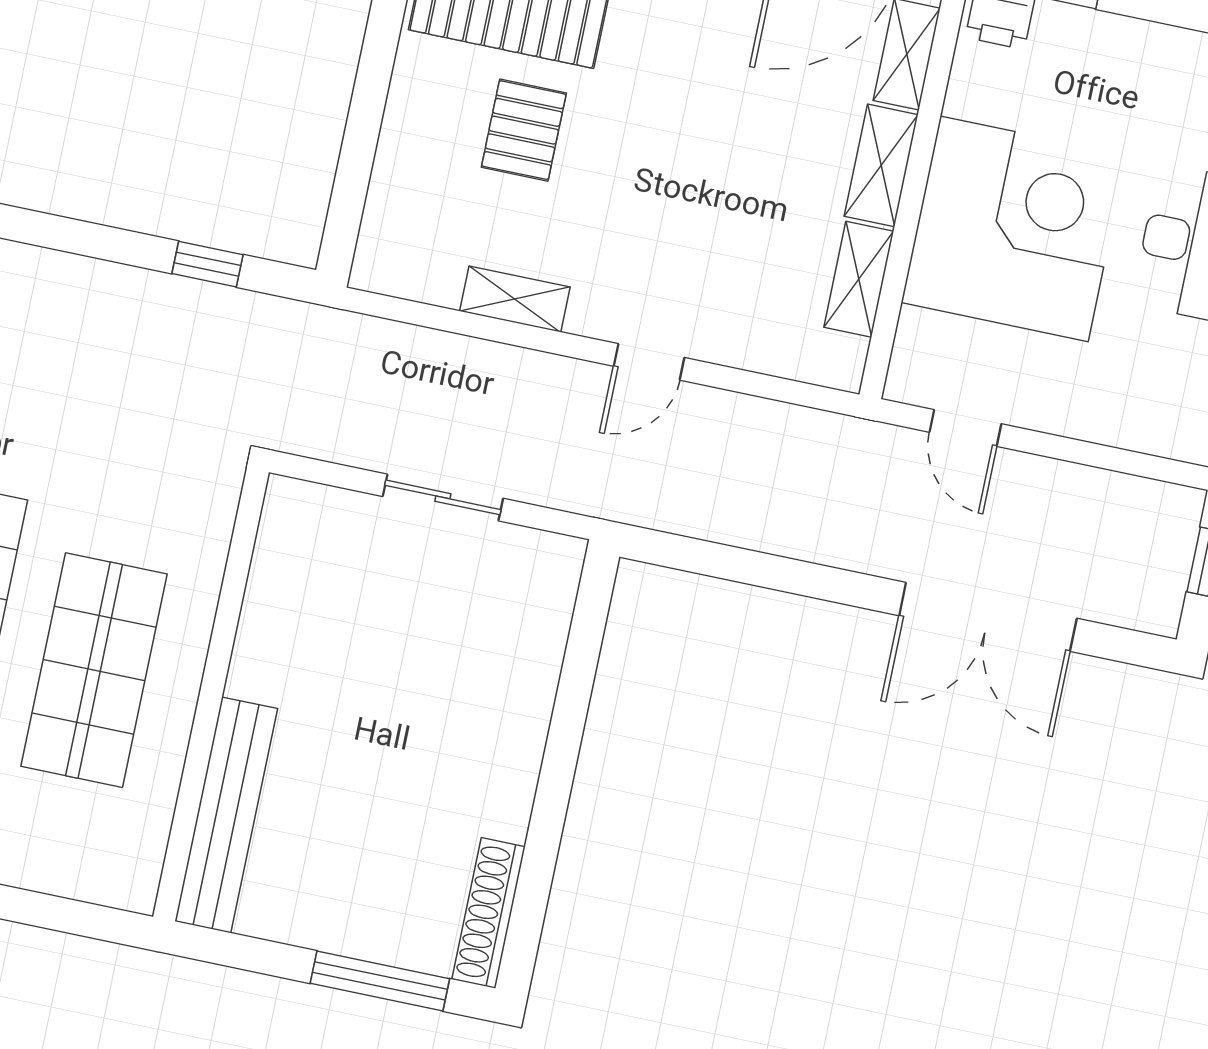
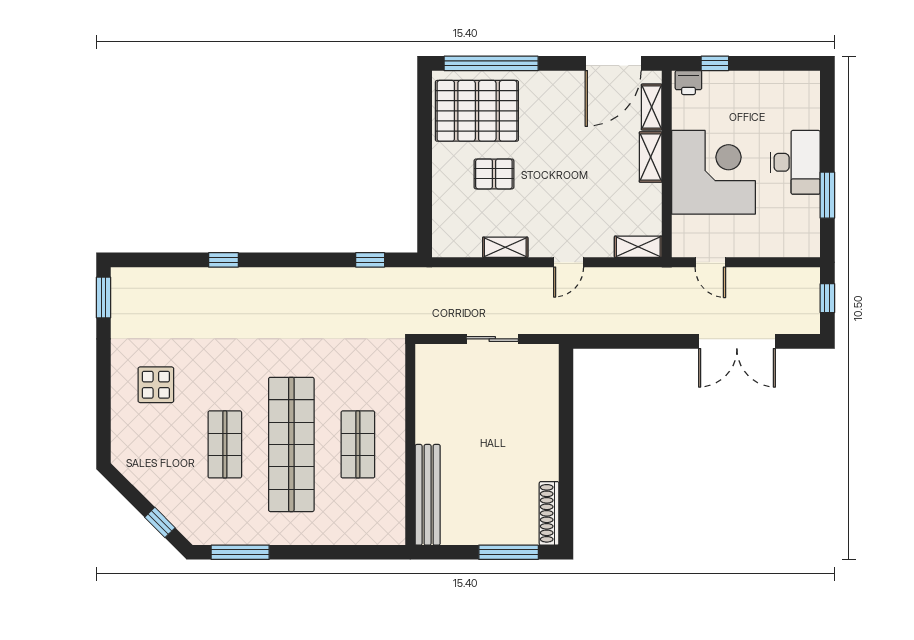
pallet: (524, 130) -> (494, 174), turned 90
shelving: (859, 279) -> (638, 247), moved, turned 90
shop shelf: (94, 670) -> (358, 444), width x0.70, depth x0.74

